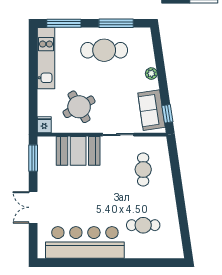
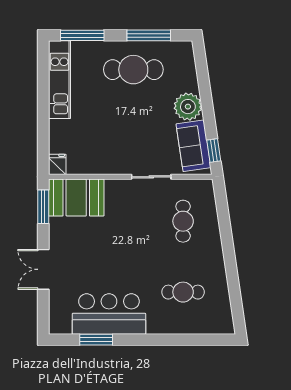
plant: (151, 74) -> (188, 107), width x1.87, depth x1.87
round table: (79, 107) -> (101, 142), removed
booth: (78, 151) -> (76, 198), moved
bar counter: (85, 242) -> (109, 314), width x0.73
window: (75, 263) -> (96, 340), added

